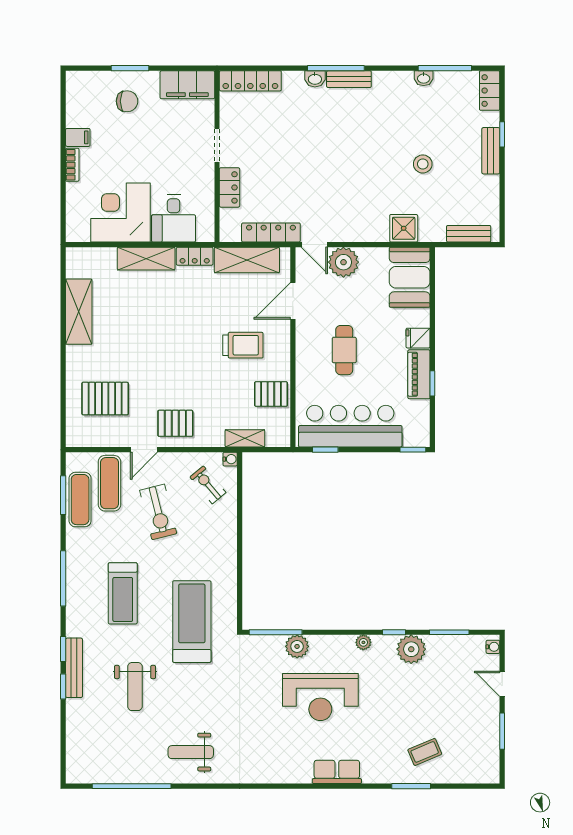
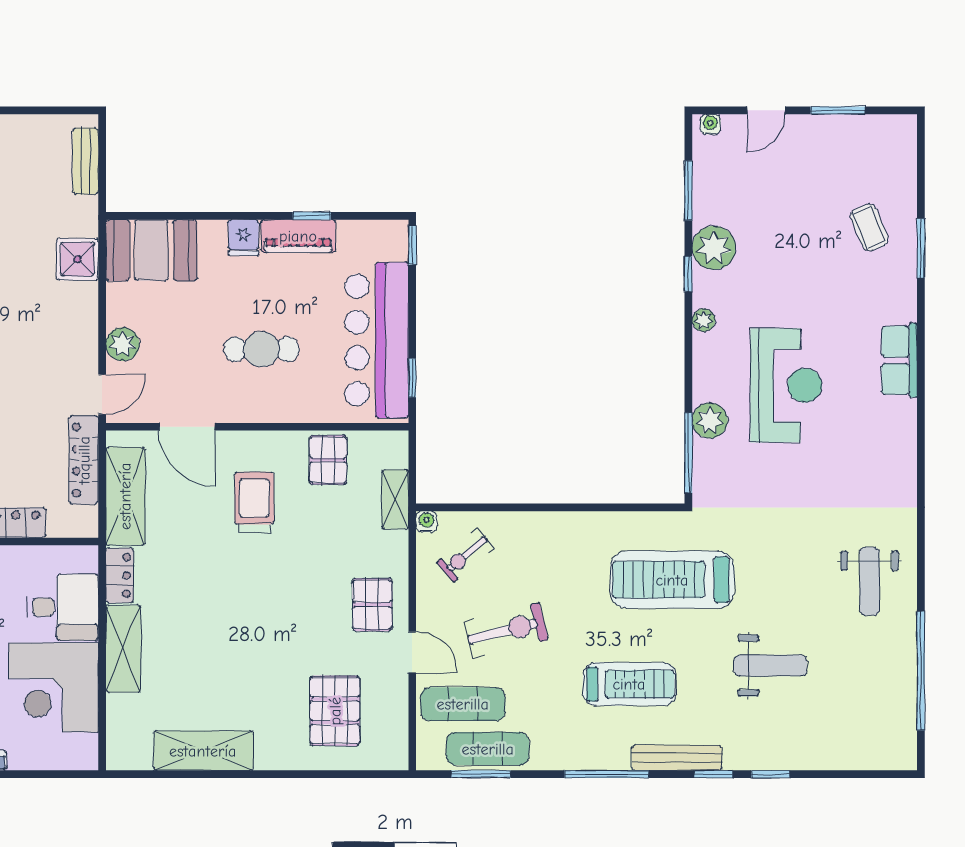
plant: (343, 262) -> (123, 344), width x0.73, depth x0.73
bench: (74, 668) -> (677, 758), moved

